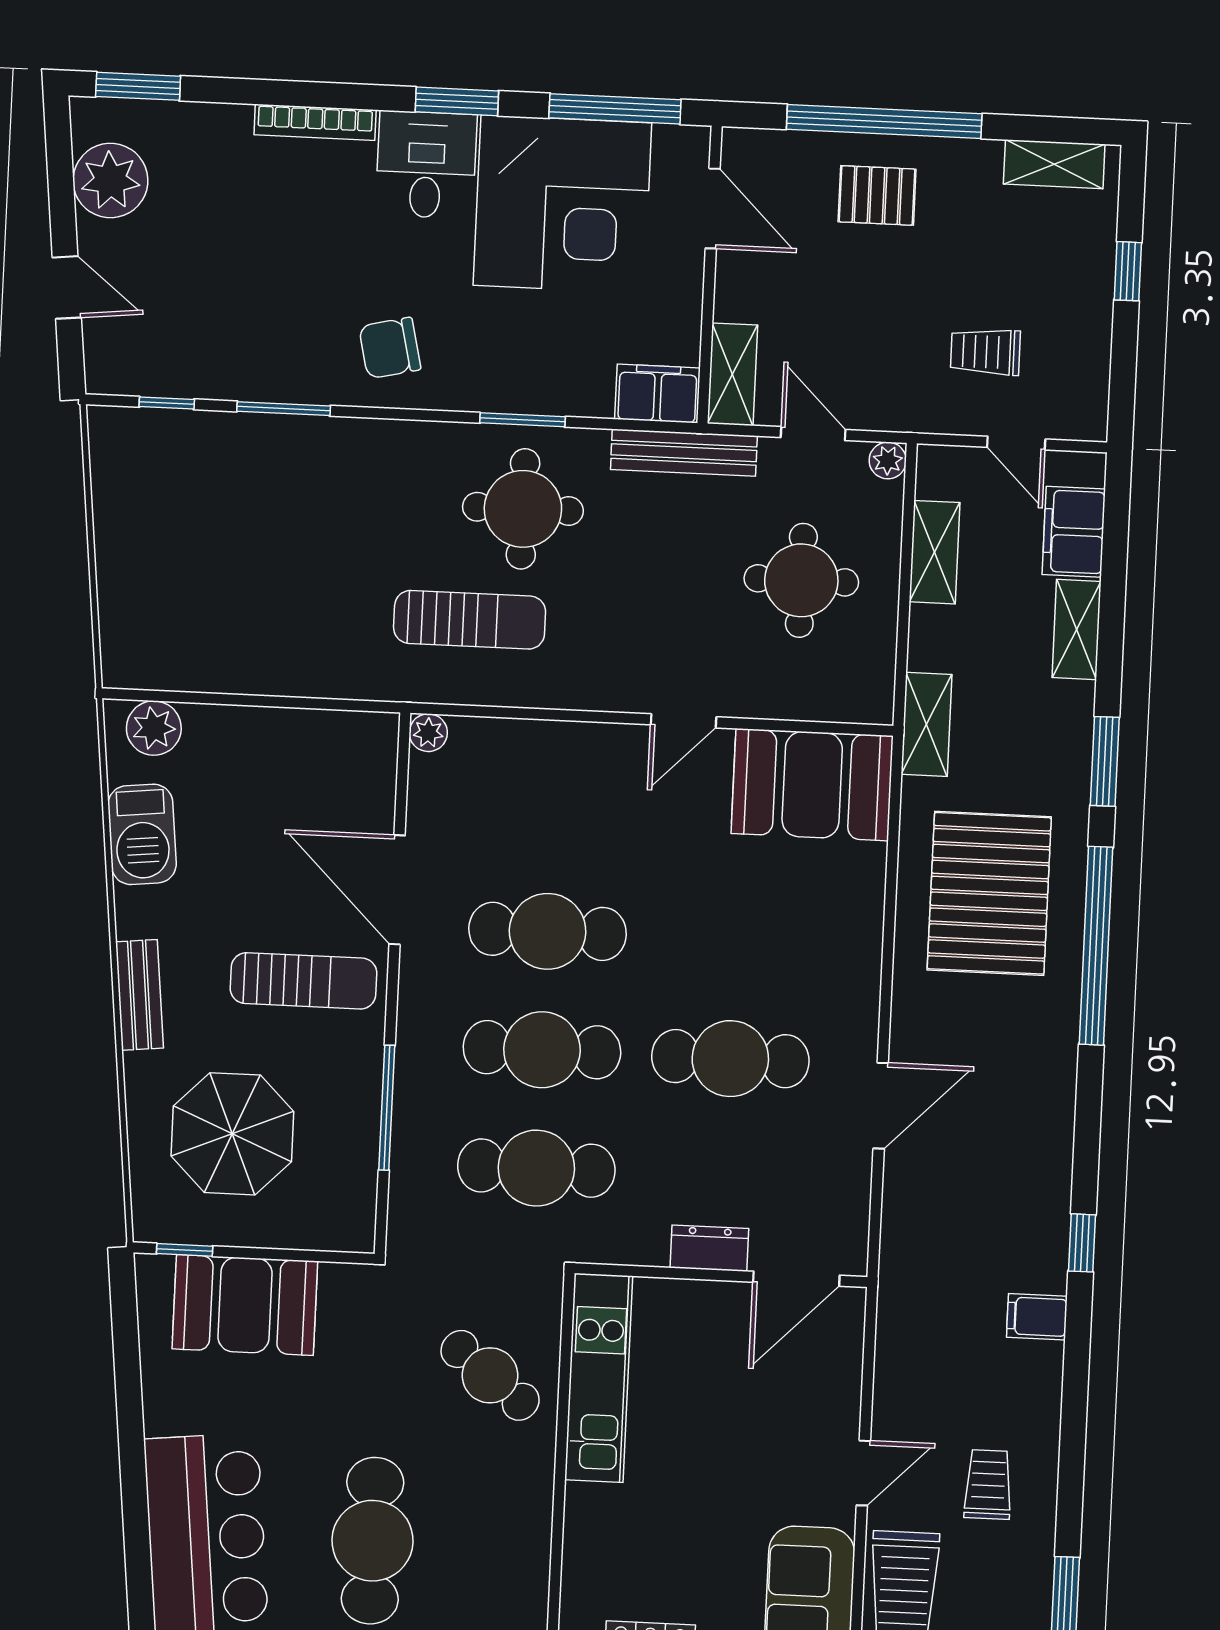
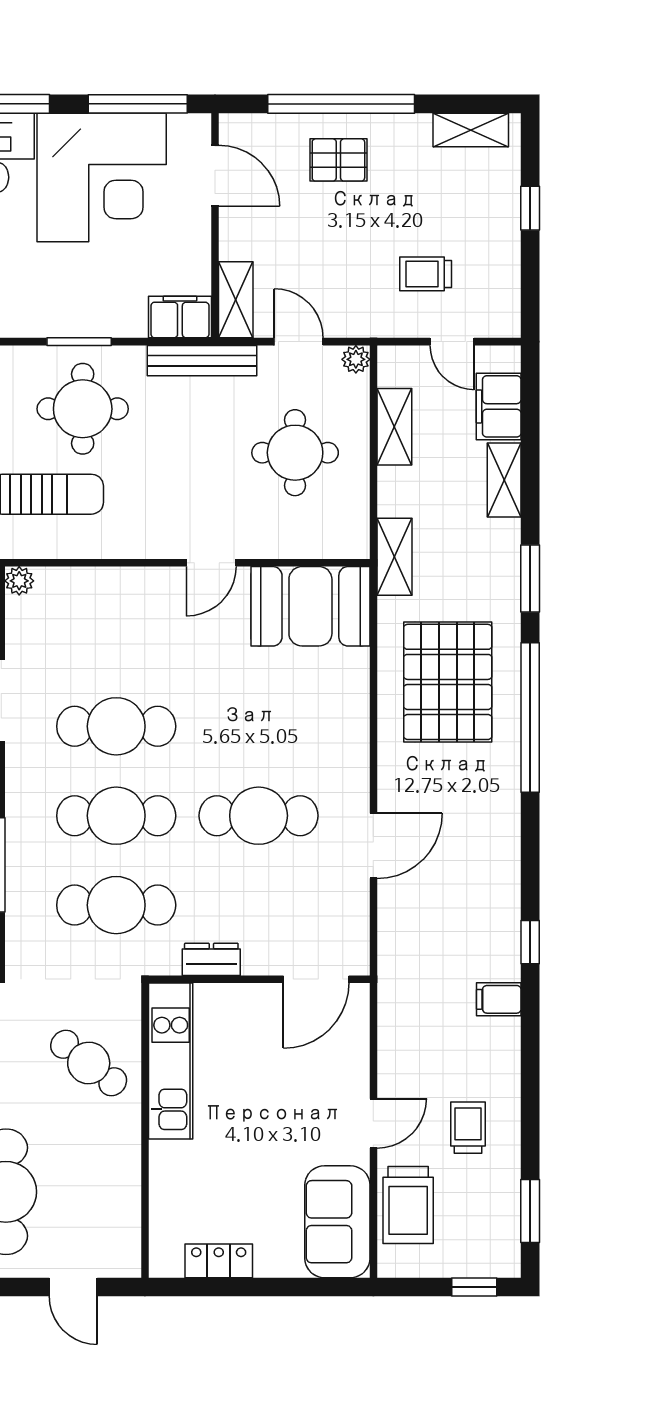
dresser: (709, 1248) -> (211, 959), moved

